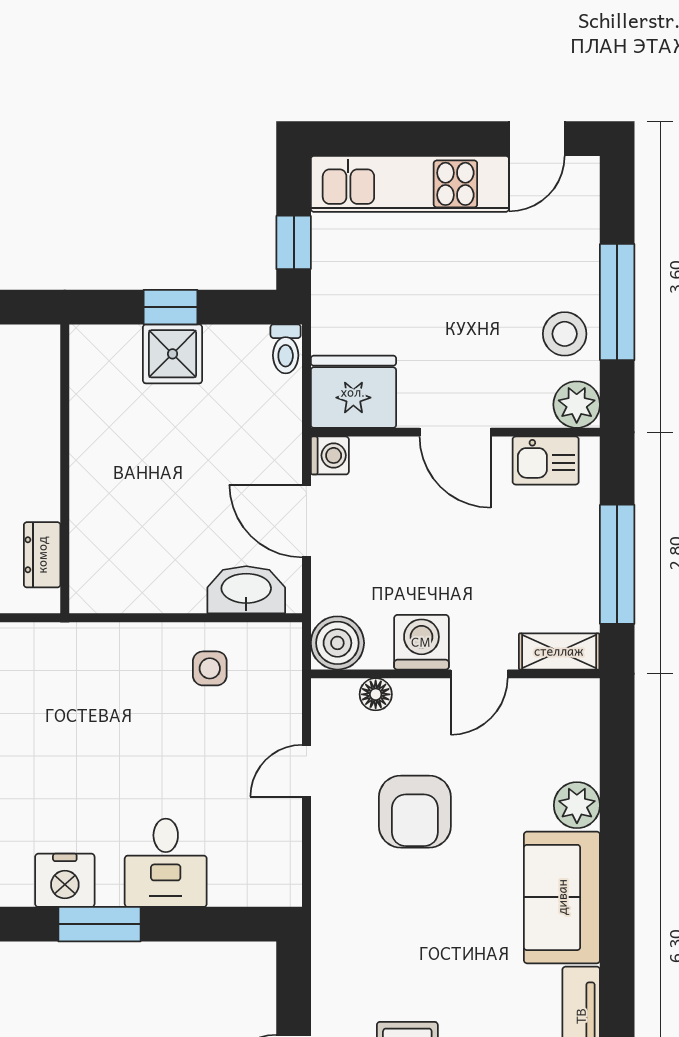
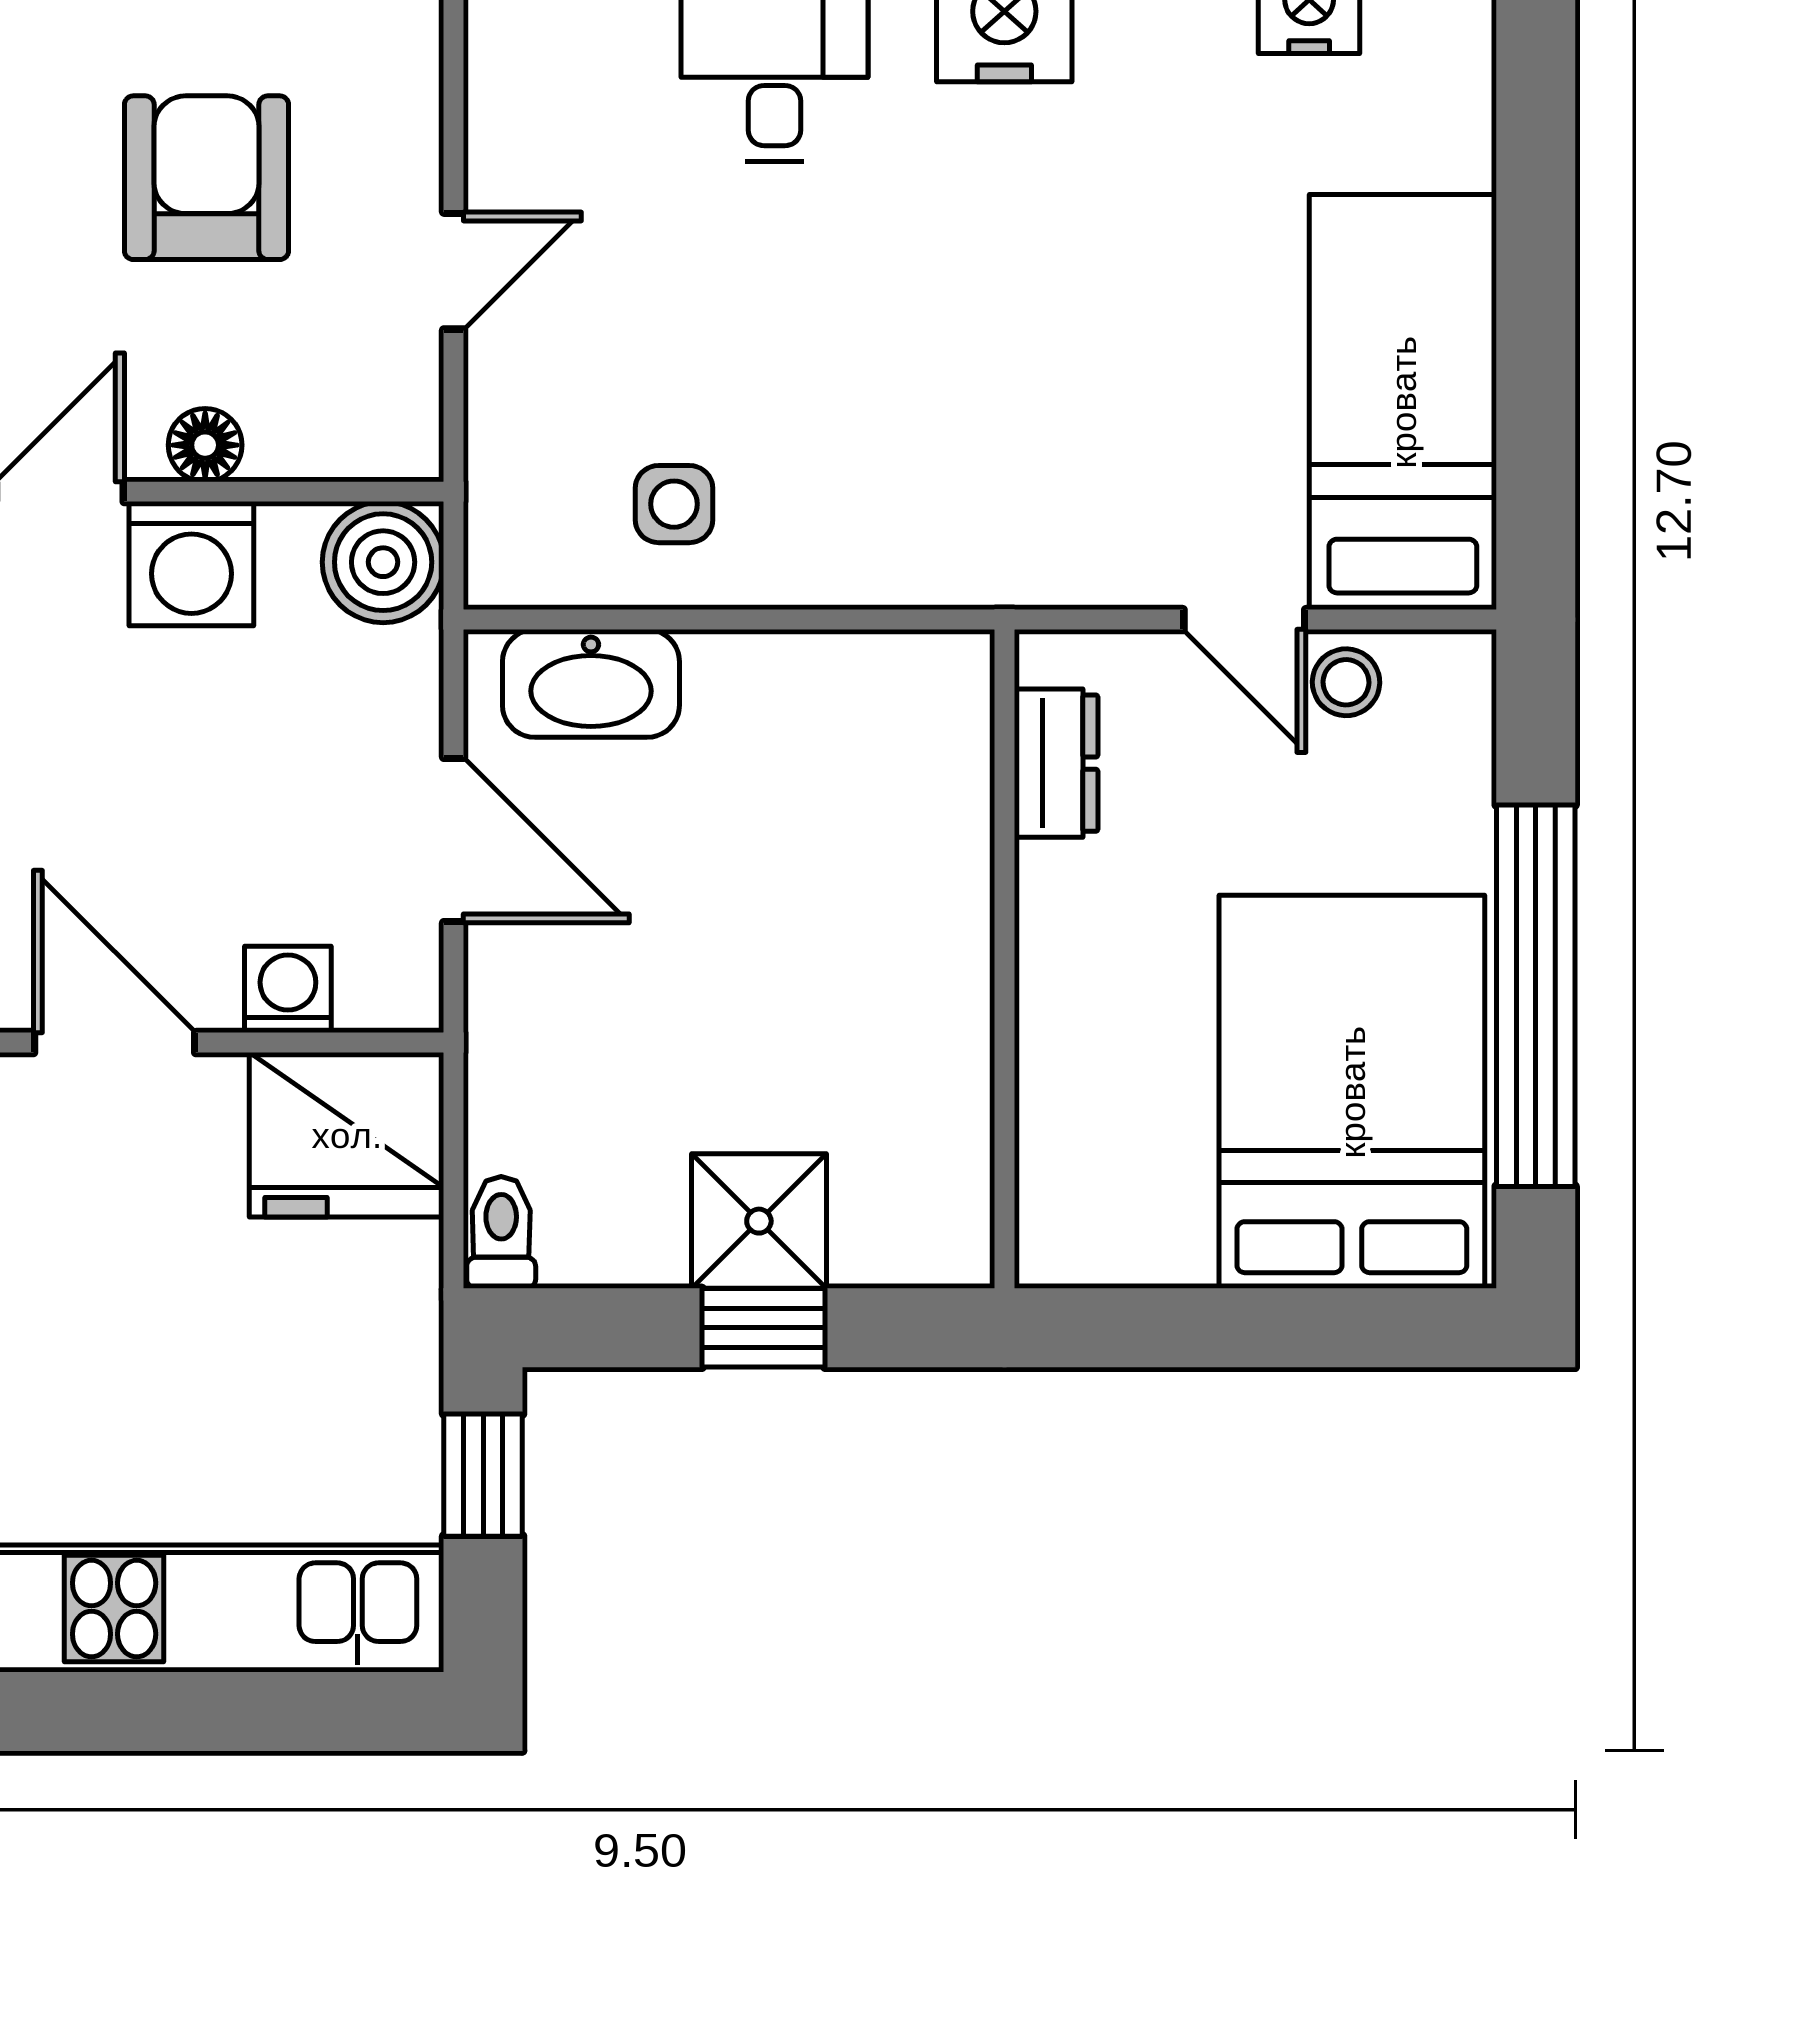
washing machine: (330, 455) -> (288, 989), moved, turned 90
floor lamp: (376, 694) -> (205, 445), moved

